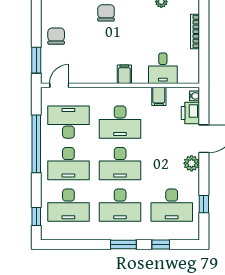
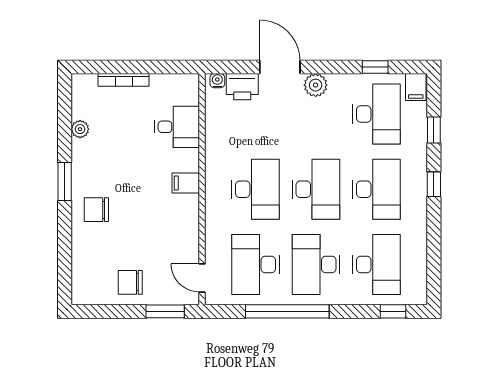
filing cabinet: (159, 96) -> (416, 87), moved, turned 90
desk: (68, 164) -> (316, 264), turned 180
window: (123, 244) -> (434, 184), width x0.67

